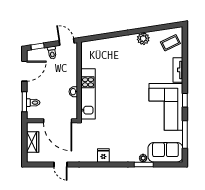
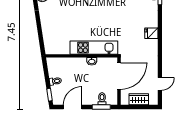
door: (67, 42) -> (45, 67), removed
door: (24, 71) -> (73, 107), hinge flipped
door: (60, 164) -> (160, 84), moved

